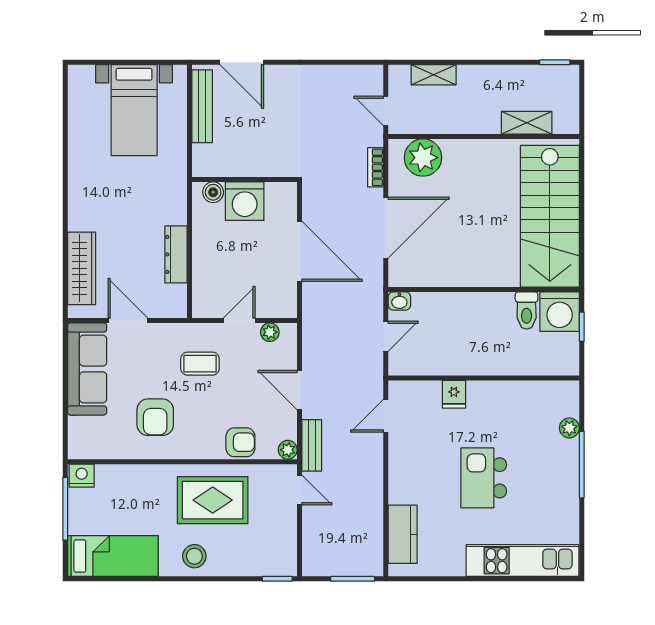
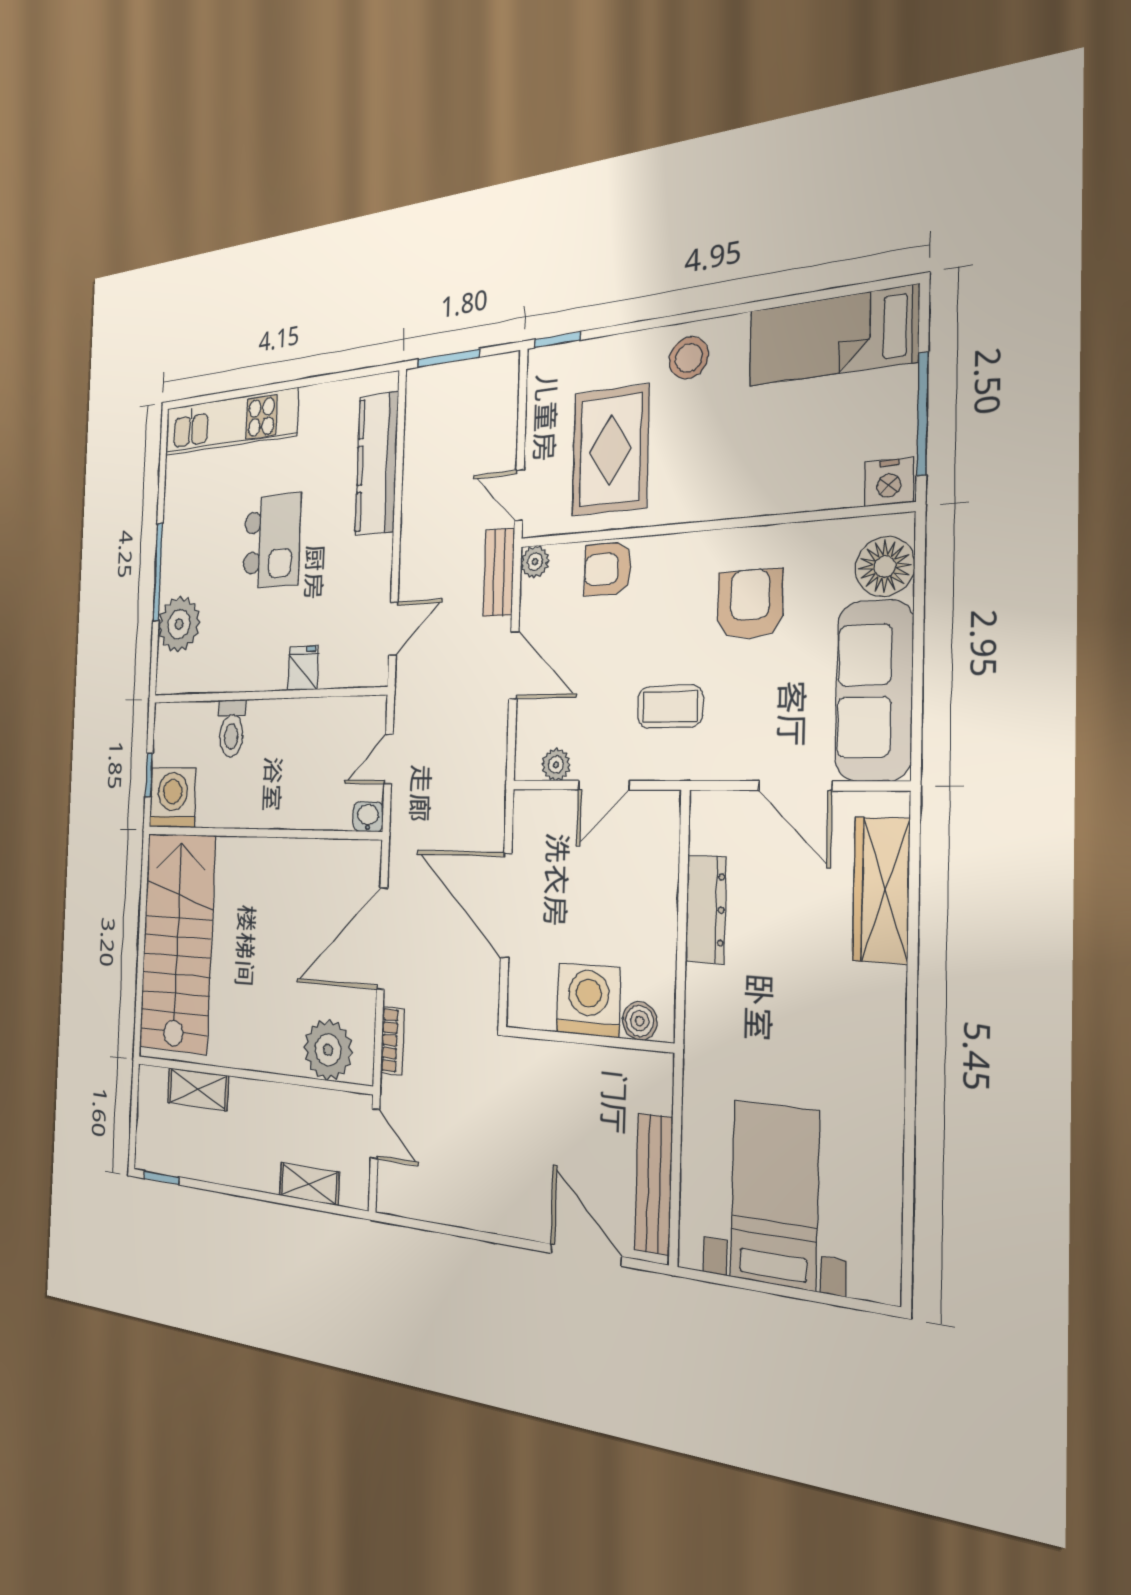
toilet: (527, 311) -> (231, 728), moved, turned 180
plant: (569, 428) -> (179, 624), width x1.87, depth x1.87
floor lamp: (83, 432) -> (885, 567), added
rug: (213, 500) -> (610, 450), moved, turned 90
kitchen counter: (403, 534) -> (377, 464), width x1.50

